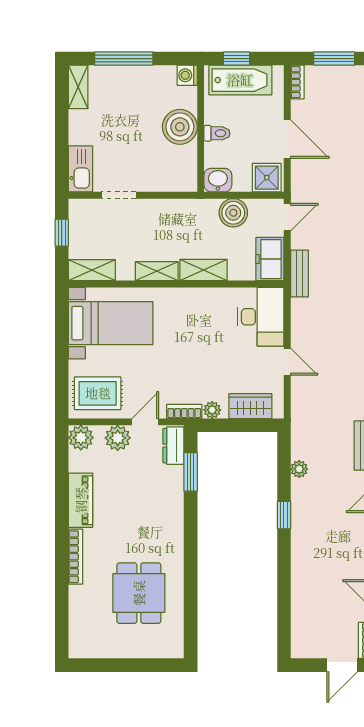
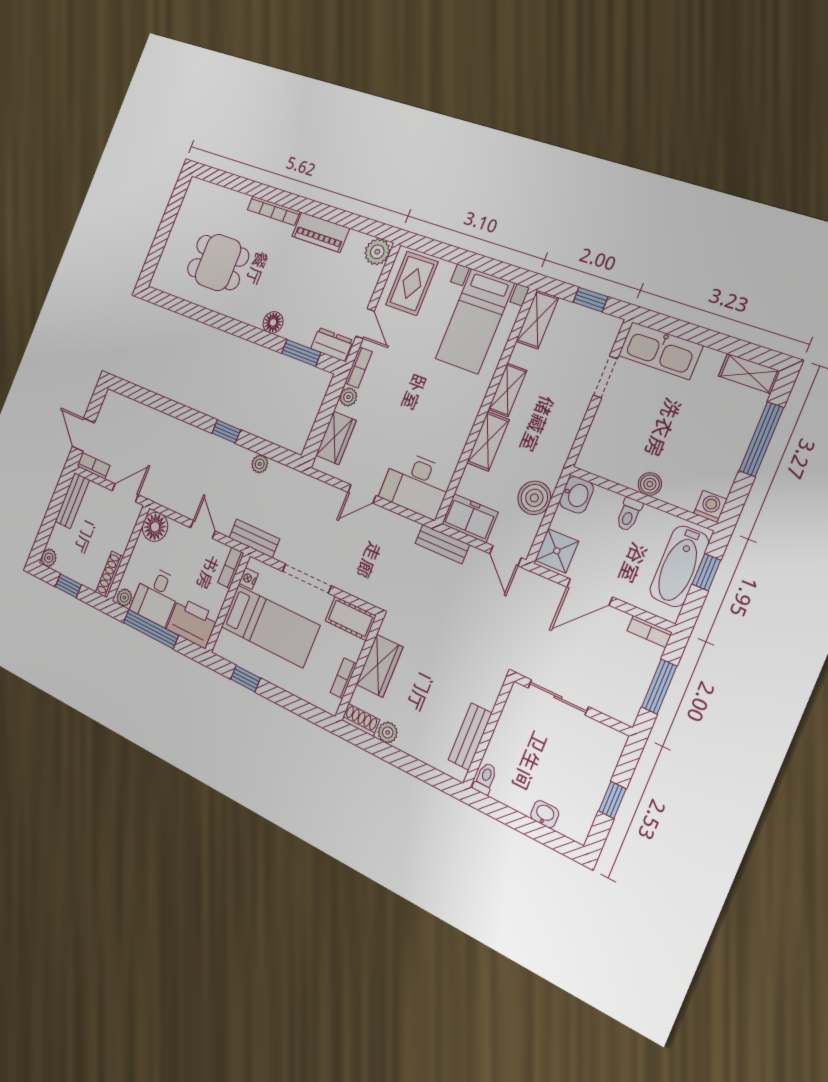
boiler: (180, 127) -> (650, 484), width x0.54, depth x0.54
kitchen sink: (81, 169) -> (660, 351), width x1.36, depth x1.24
plant: (118, 438) -> (362, 290), removed
floor lamp: (174, 512) -> (273, 322), added

